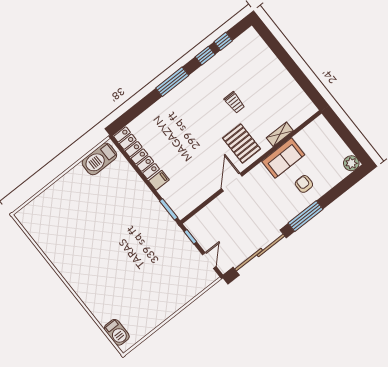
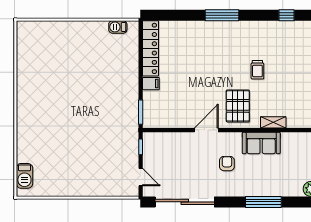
window: (205, 56) -> (264, 15), removed
barbecue: (99, 159) -> (118, 27), width x0.53, depth x0.65
armchair: (304, 184) -> (227, 164), moved
window: (306, 216) -> (263, 202), moved
door: (209, 261) -> (141, 177), hinge flipped

